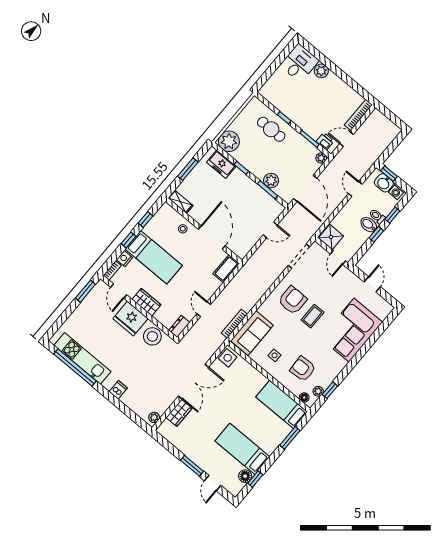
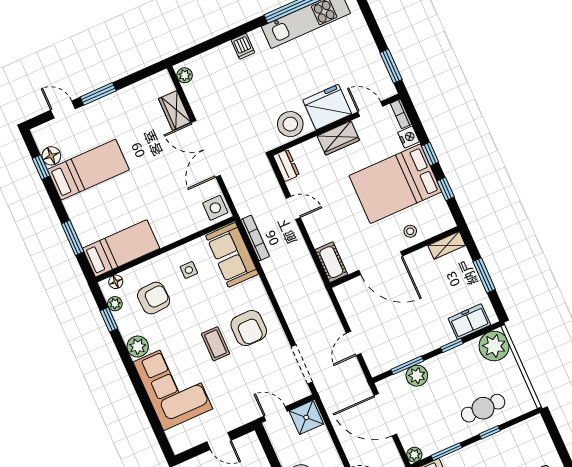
bed: (154, 257) -> (395, 184), width x1.50
plant: (338, 364) -> (138, 347), added

